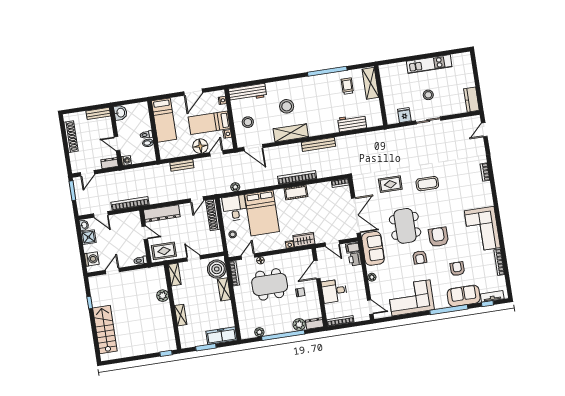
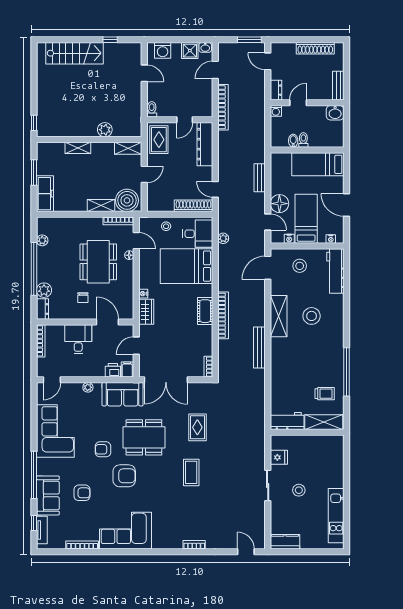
kitchen unit: (429, 64) -> (336, 516), moved
workbench: (352, 123) -> (287, 421), moved, turned -90

